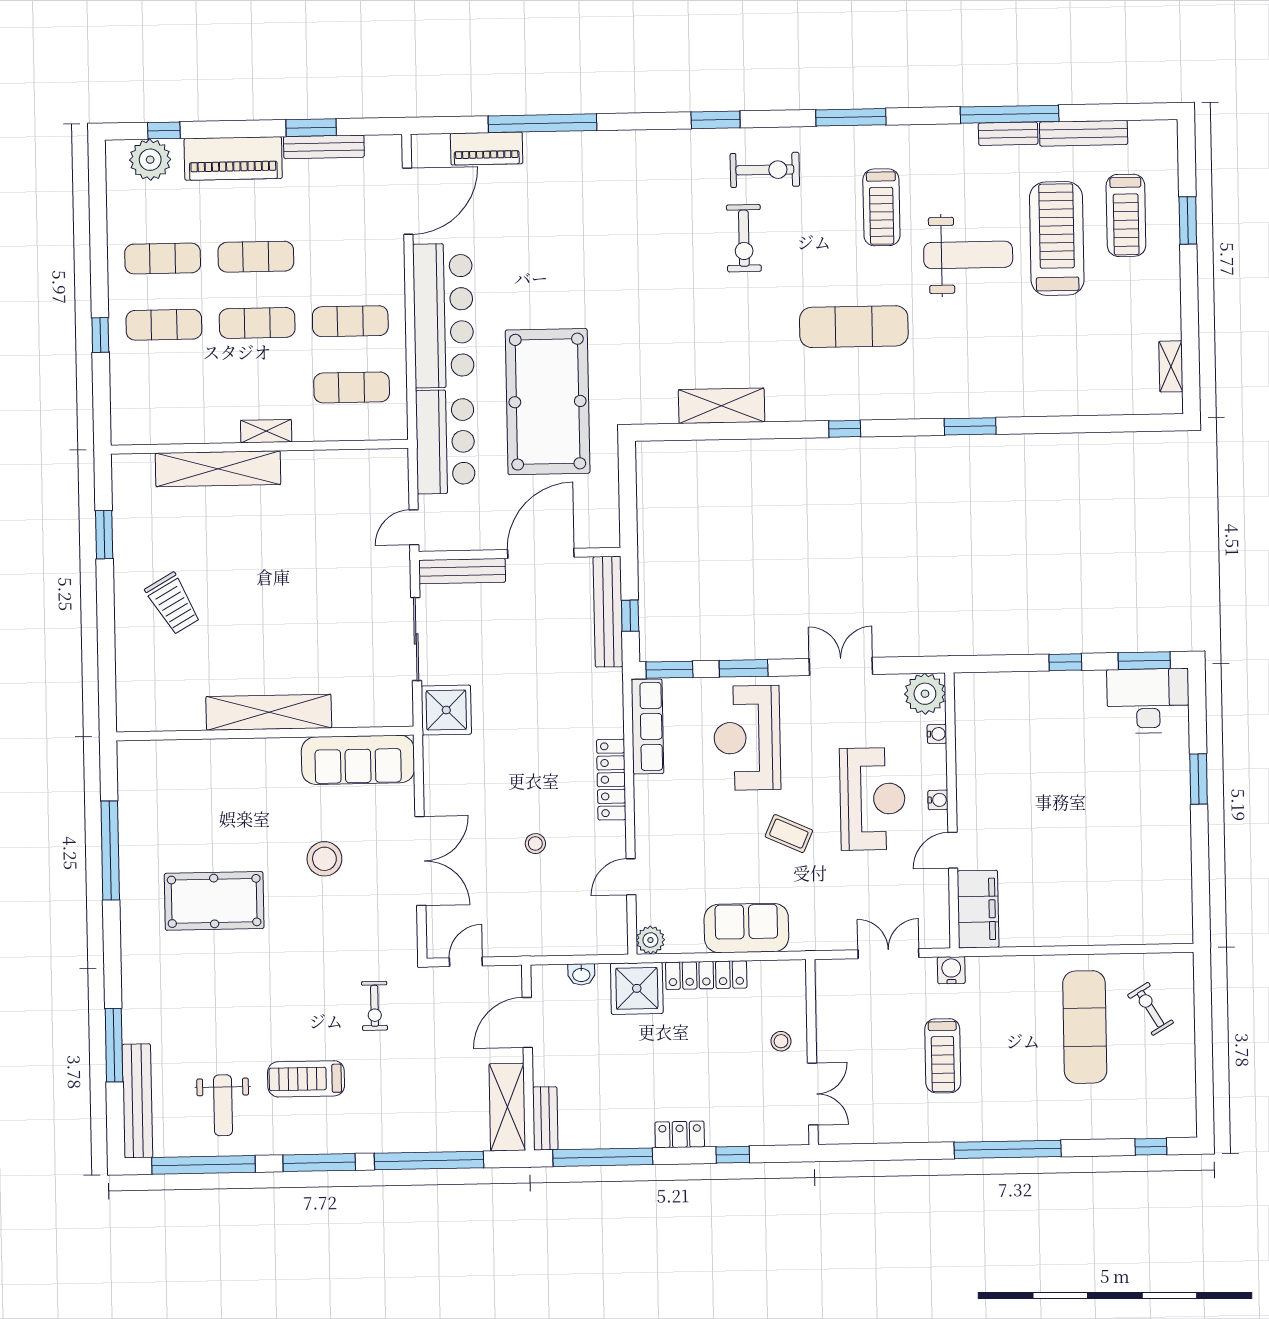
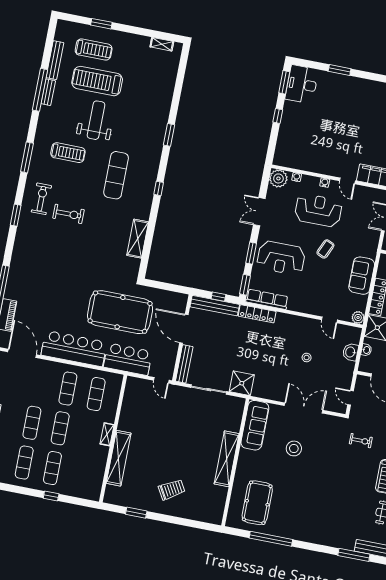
locker: (611, 780) -> (257, 314), moved
pool table: (214, 901) -> (257, 503), moved
washbasin: (569, 940) -> (351, 352), added

